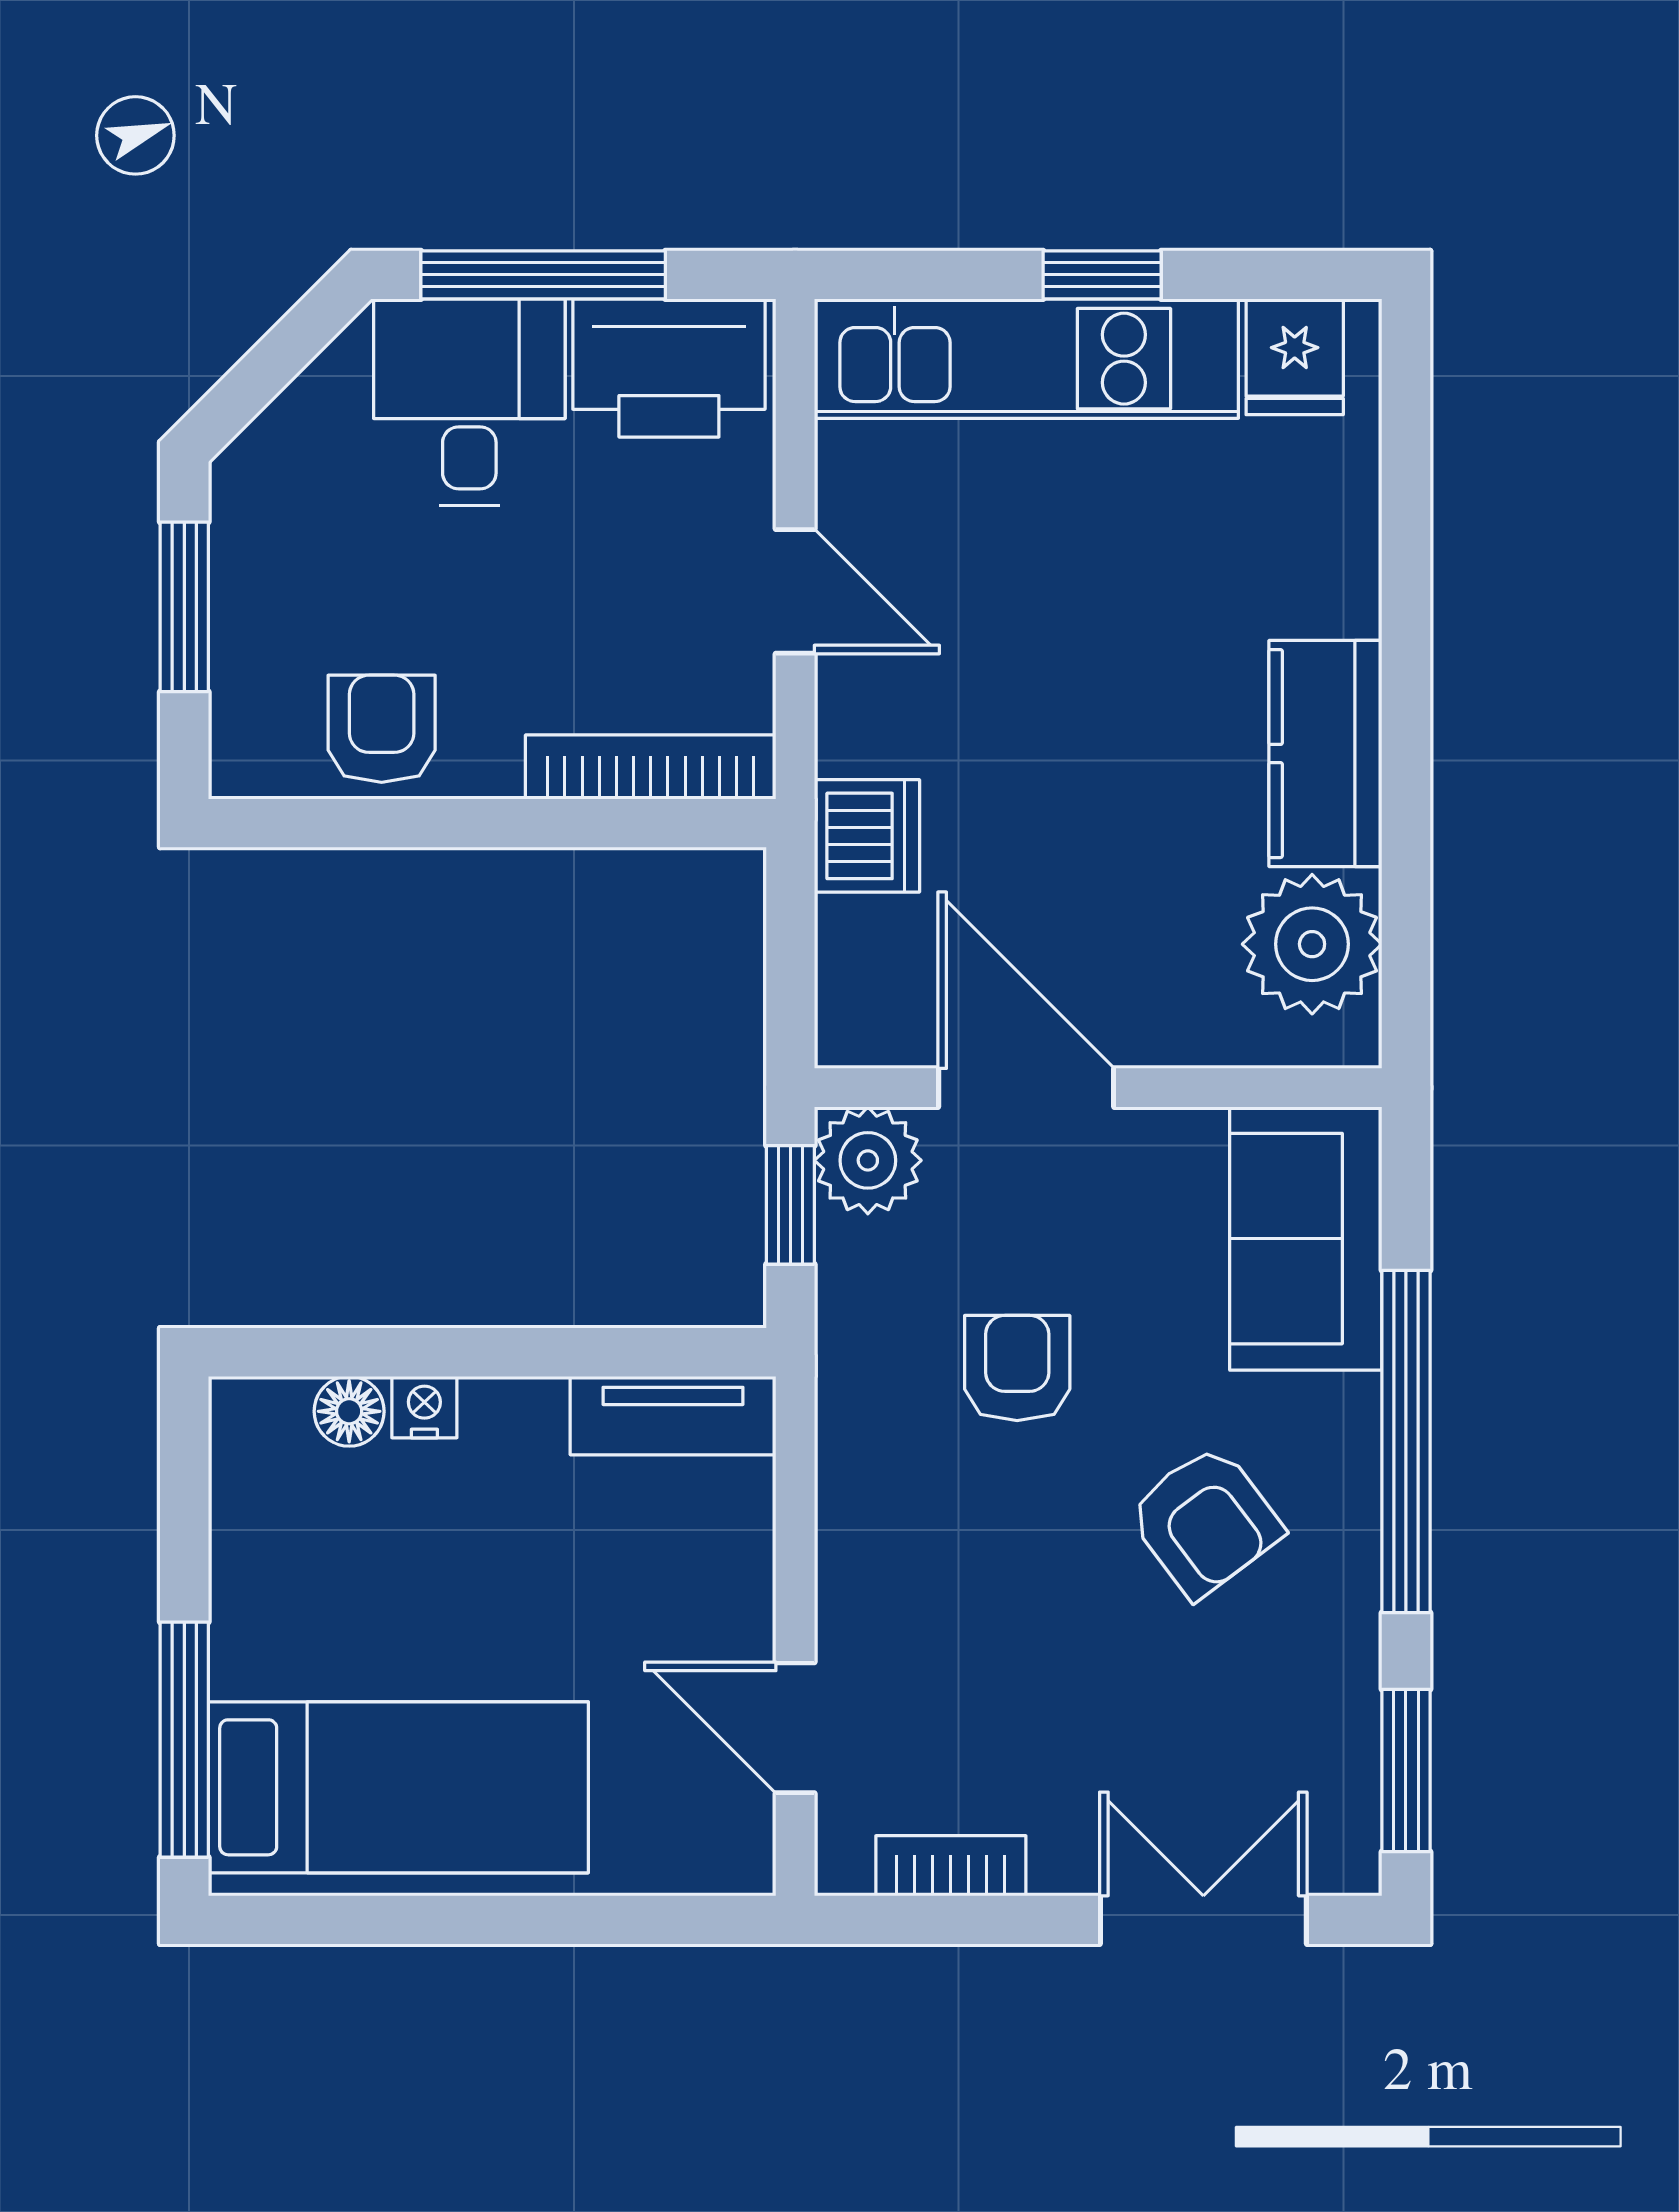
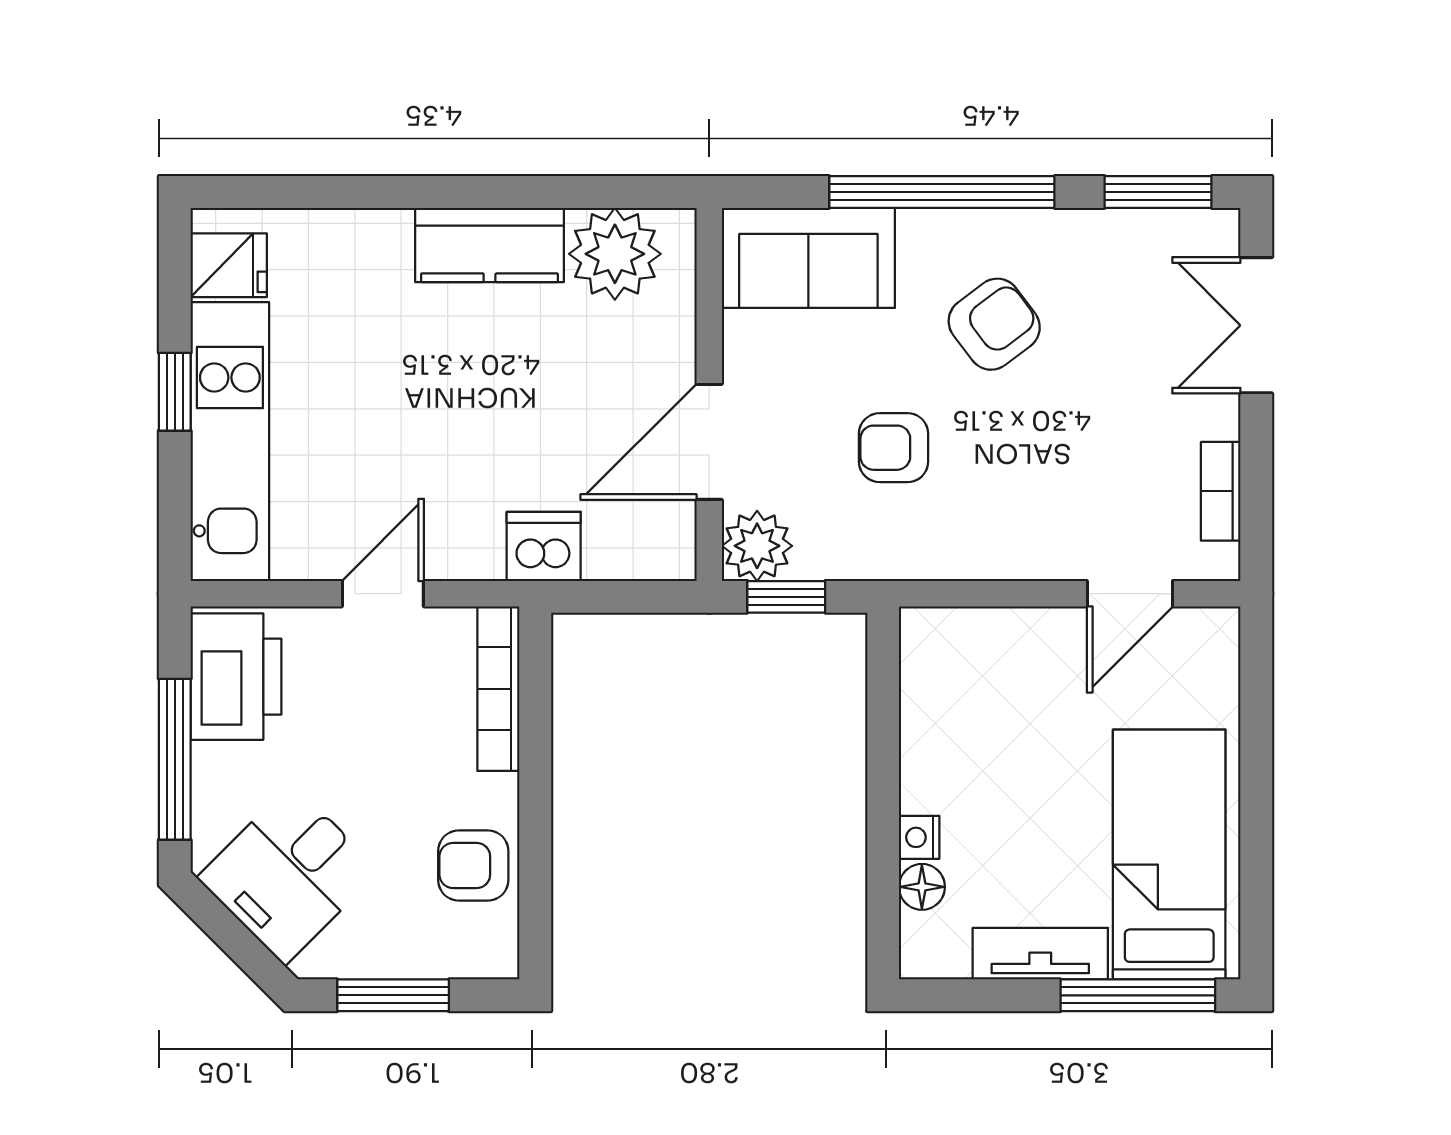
desk: (469, 402) -> (288, 874), moved, turned -45
tv unit: (673, 1416) -> (1040, 954), moved, turned -90

